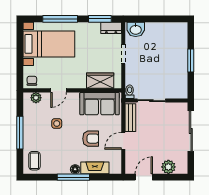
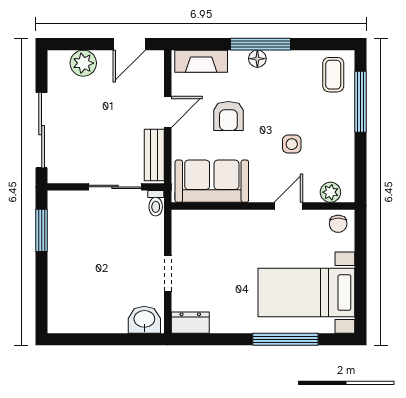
window: (100, 19) -> (211, 339), removed
window: (191, 61) -> (42, 230), moved
wardrobe: (100, 81) -> (211, 224), removed
window: (20, 133) -> (360, 102), moved
armchair: (91, 139) -> (228, 116), turned -90
fireplace: (95, 168) -> (201, 61), moved

